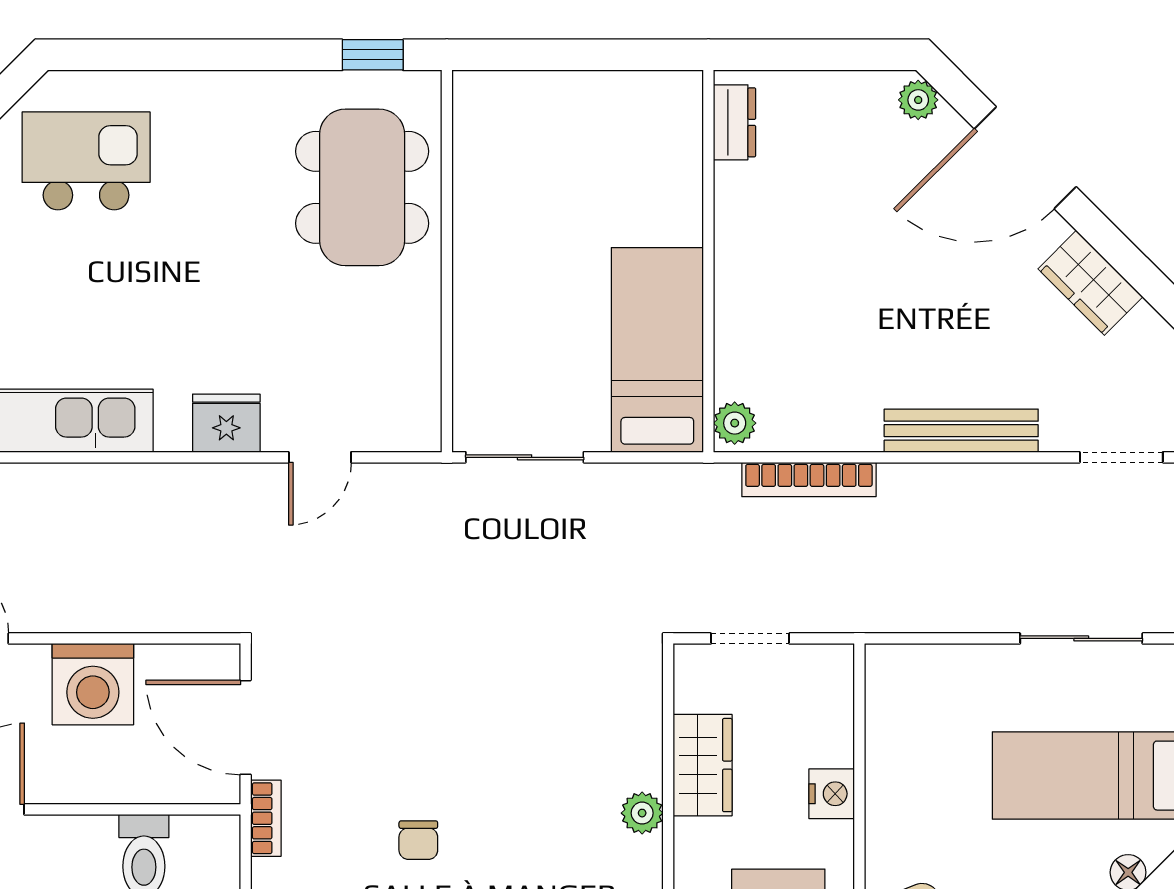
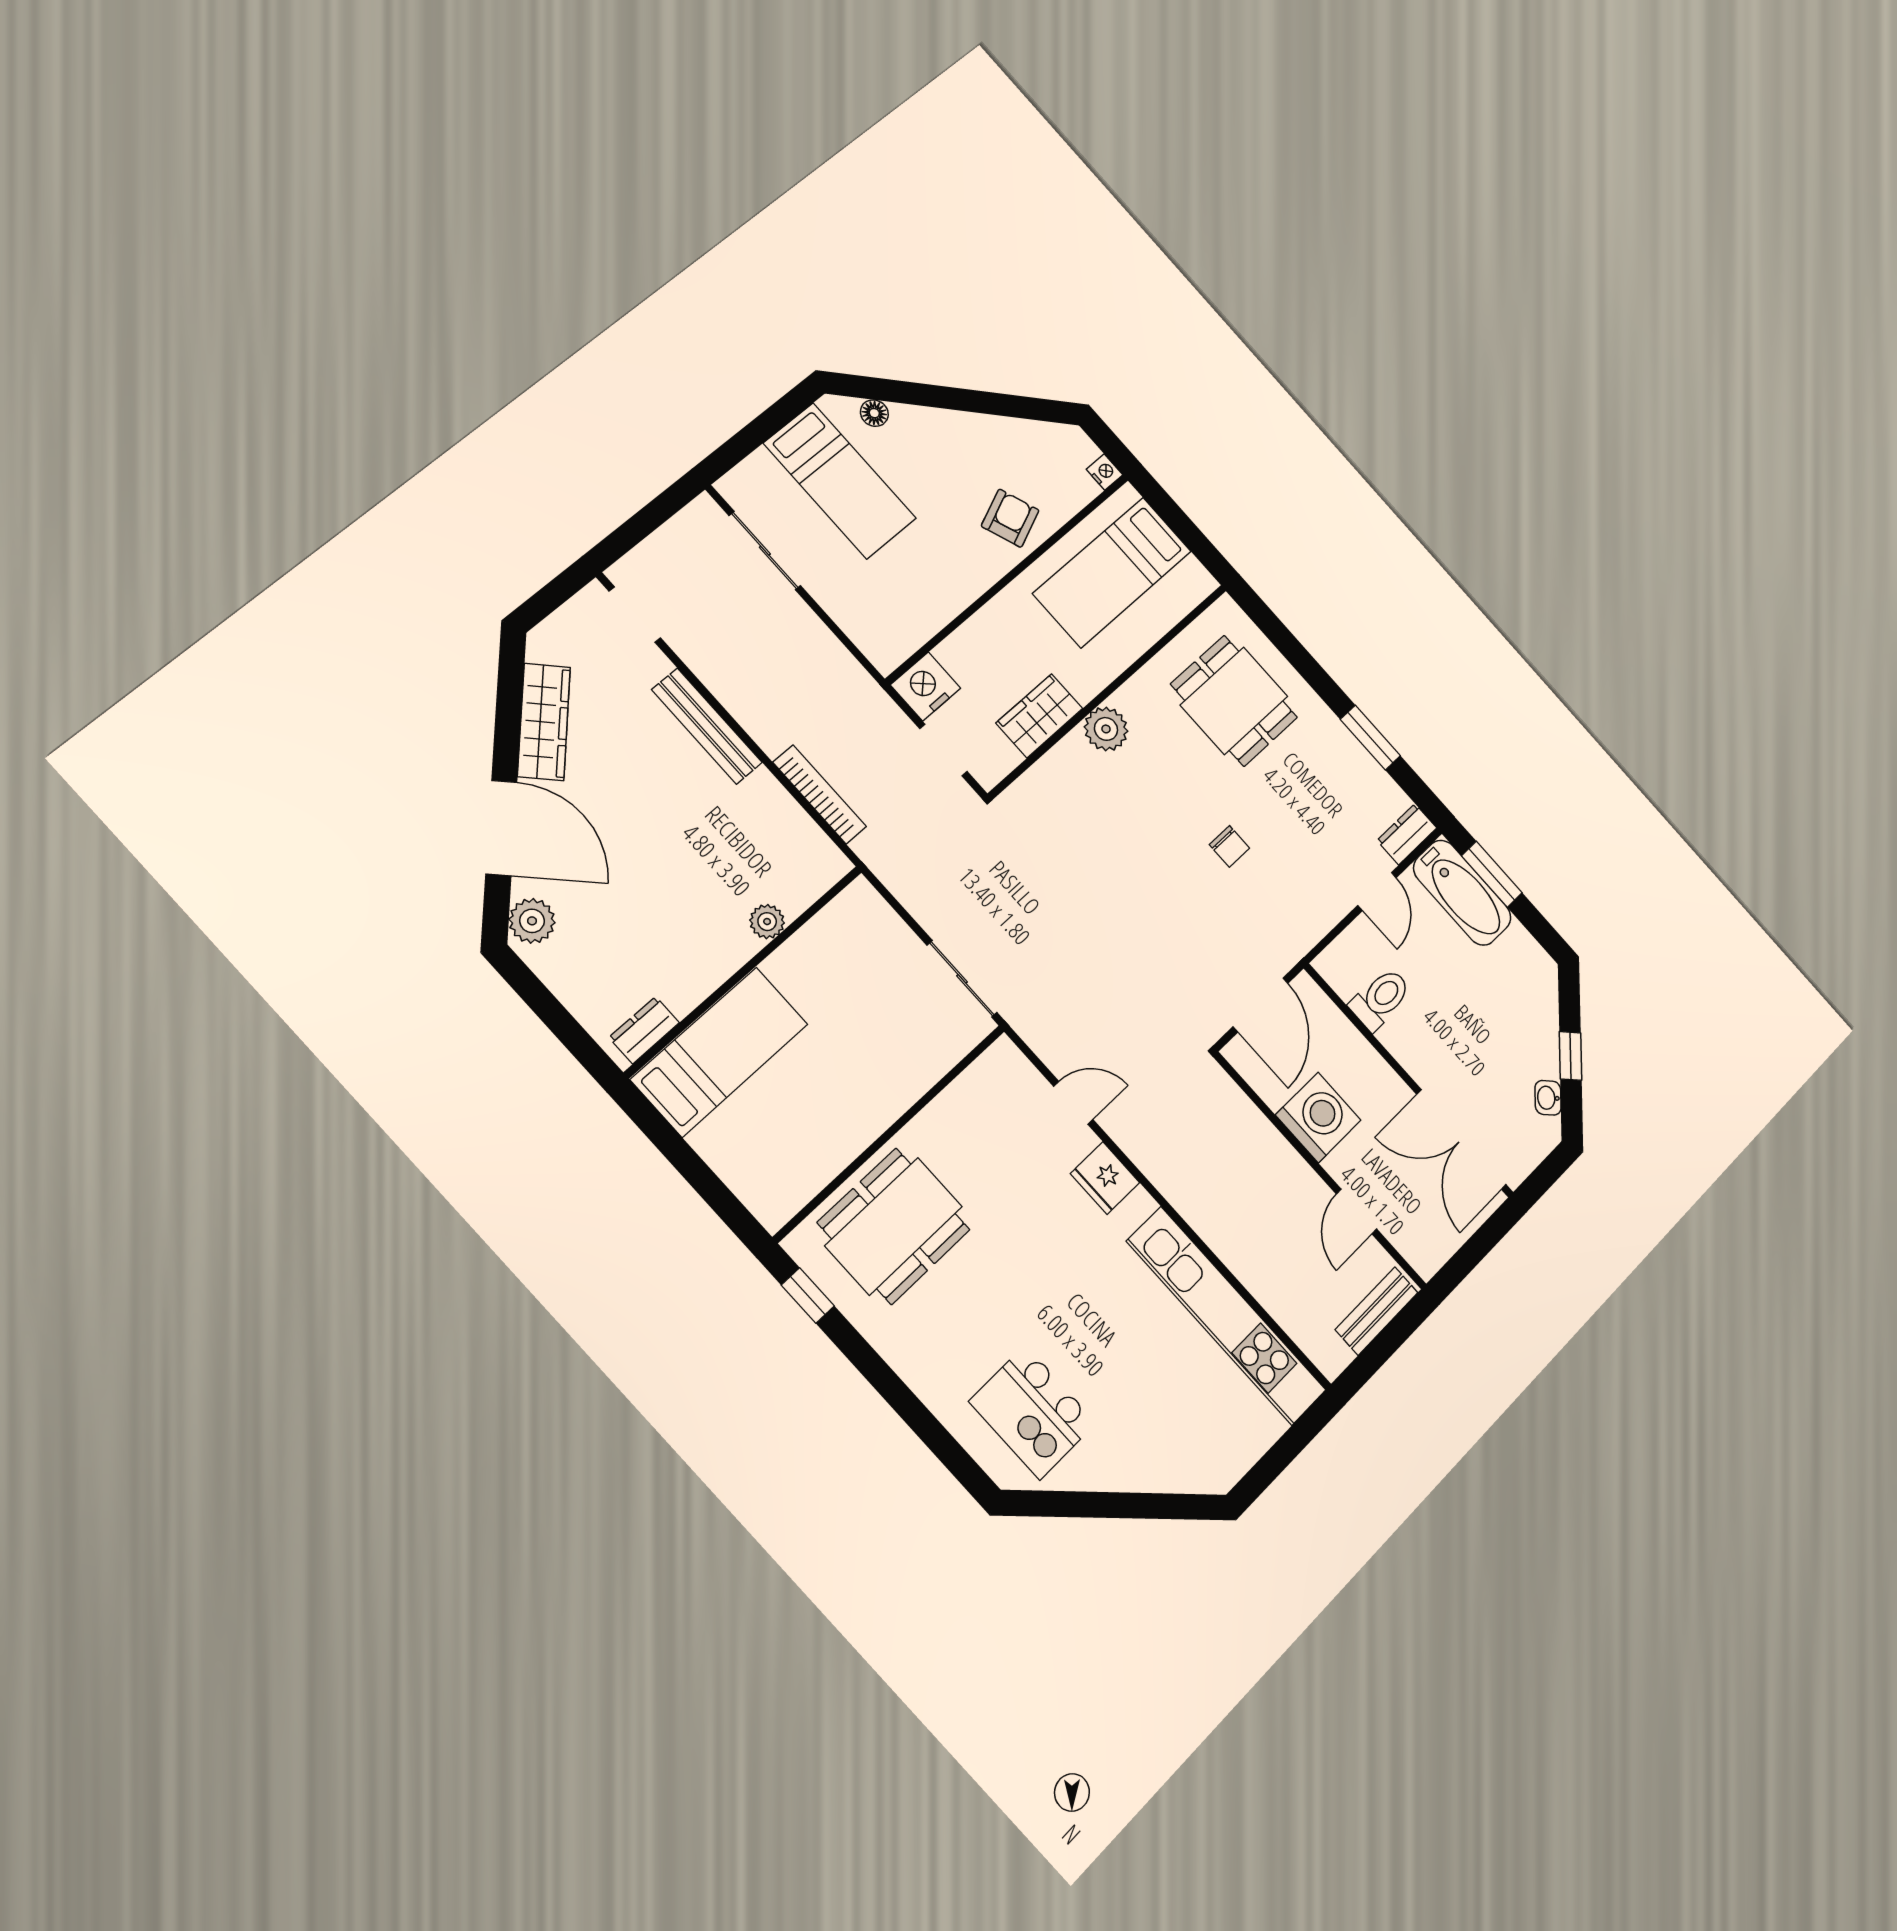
plant: (918, 100) -> (532, 921), width x1.38, depth x1.38
wardrobe: (1090, 283) -> (544, 722), width x1.50
bed: (657, 350) -> (720, 1052), moved, turned 180
plant: (735, 423) -> (767, 922), moved
nightstand: (832, 794) -> (926, 686), moved, width x1.36, depth x1.33
plant: (642, 813) -> (1106, 729), width x1.38, depth x1.38
bookcase: (266, 818) -> (1298, 947), removed
chair: (418, 840) -> (1229, 846), turned 90

